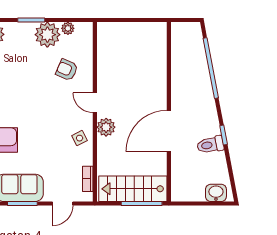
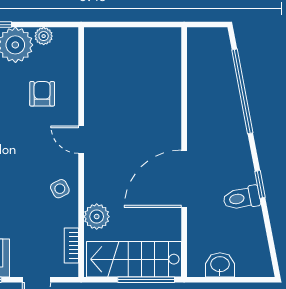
armchair: (67, 70) -> (42, 94), turned 66
plant: (106, 127) -> (97, 217), moved
washbasin: (216, 193) -> (220, 265), moved

